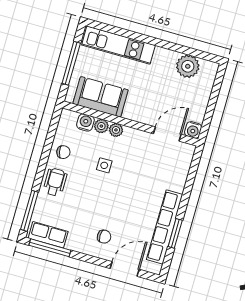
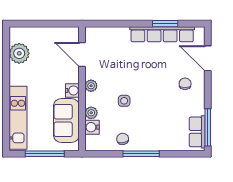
plant: (116, 130) -> (91, 86), moved
water cooler: (193, 130) -> (72, 90), moved
wheelchair: (55, 182) -> (150, 139), removed
window: (29, 211) -> (141, 154), moved

